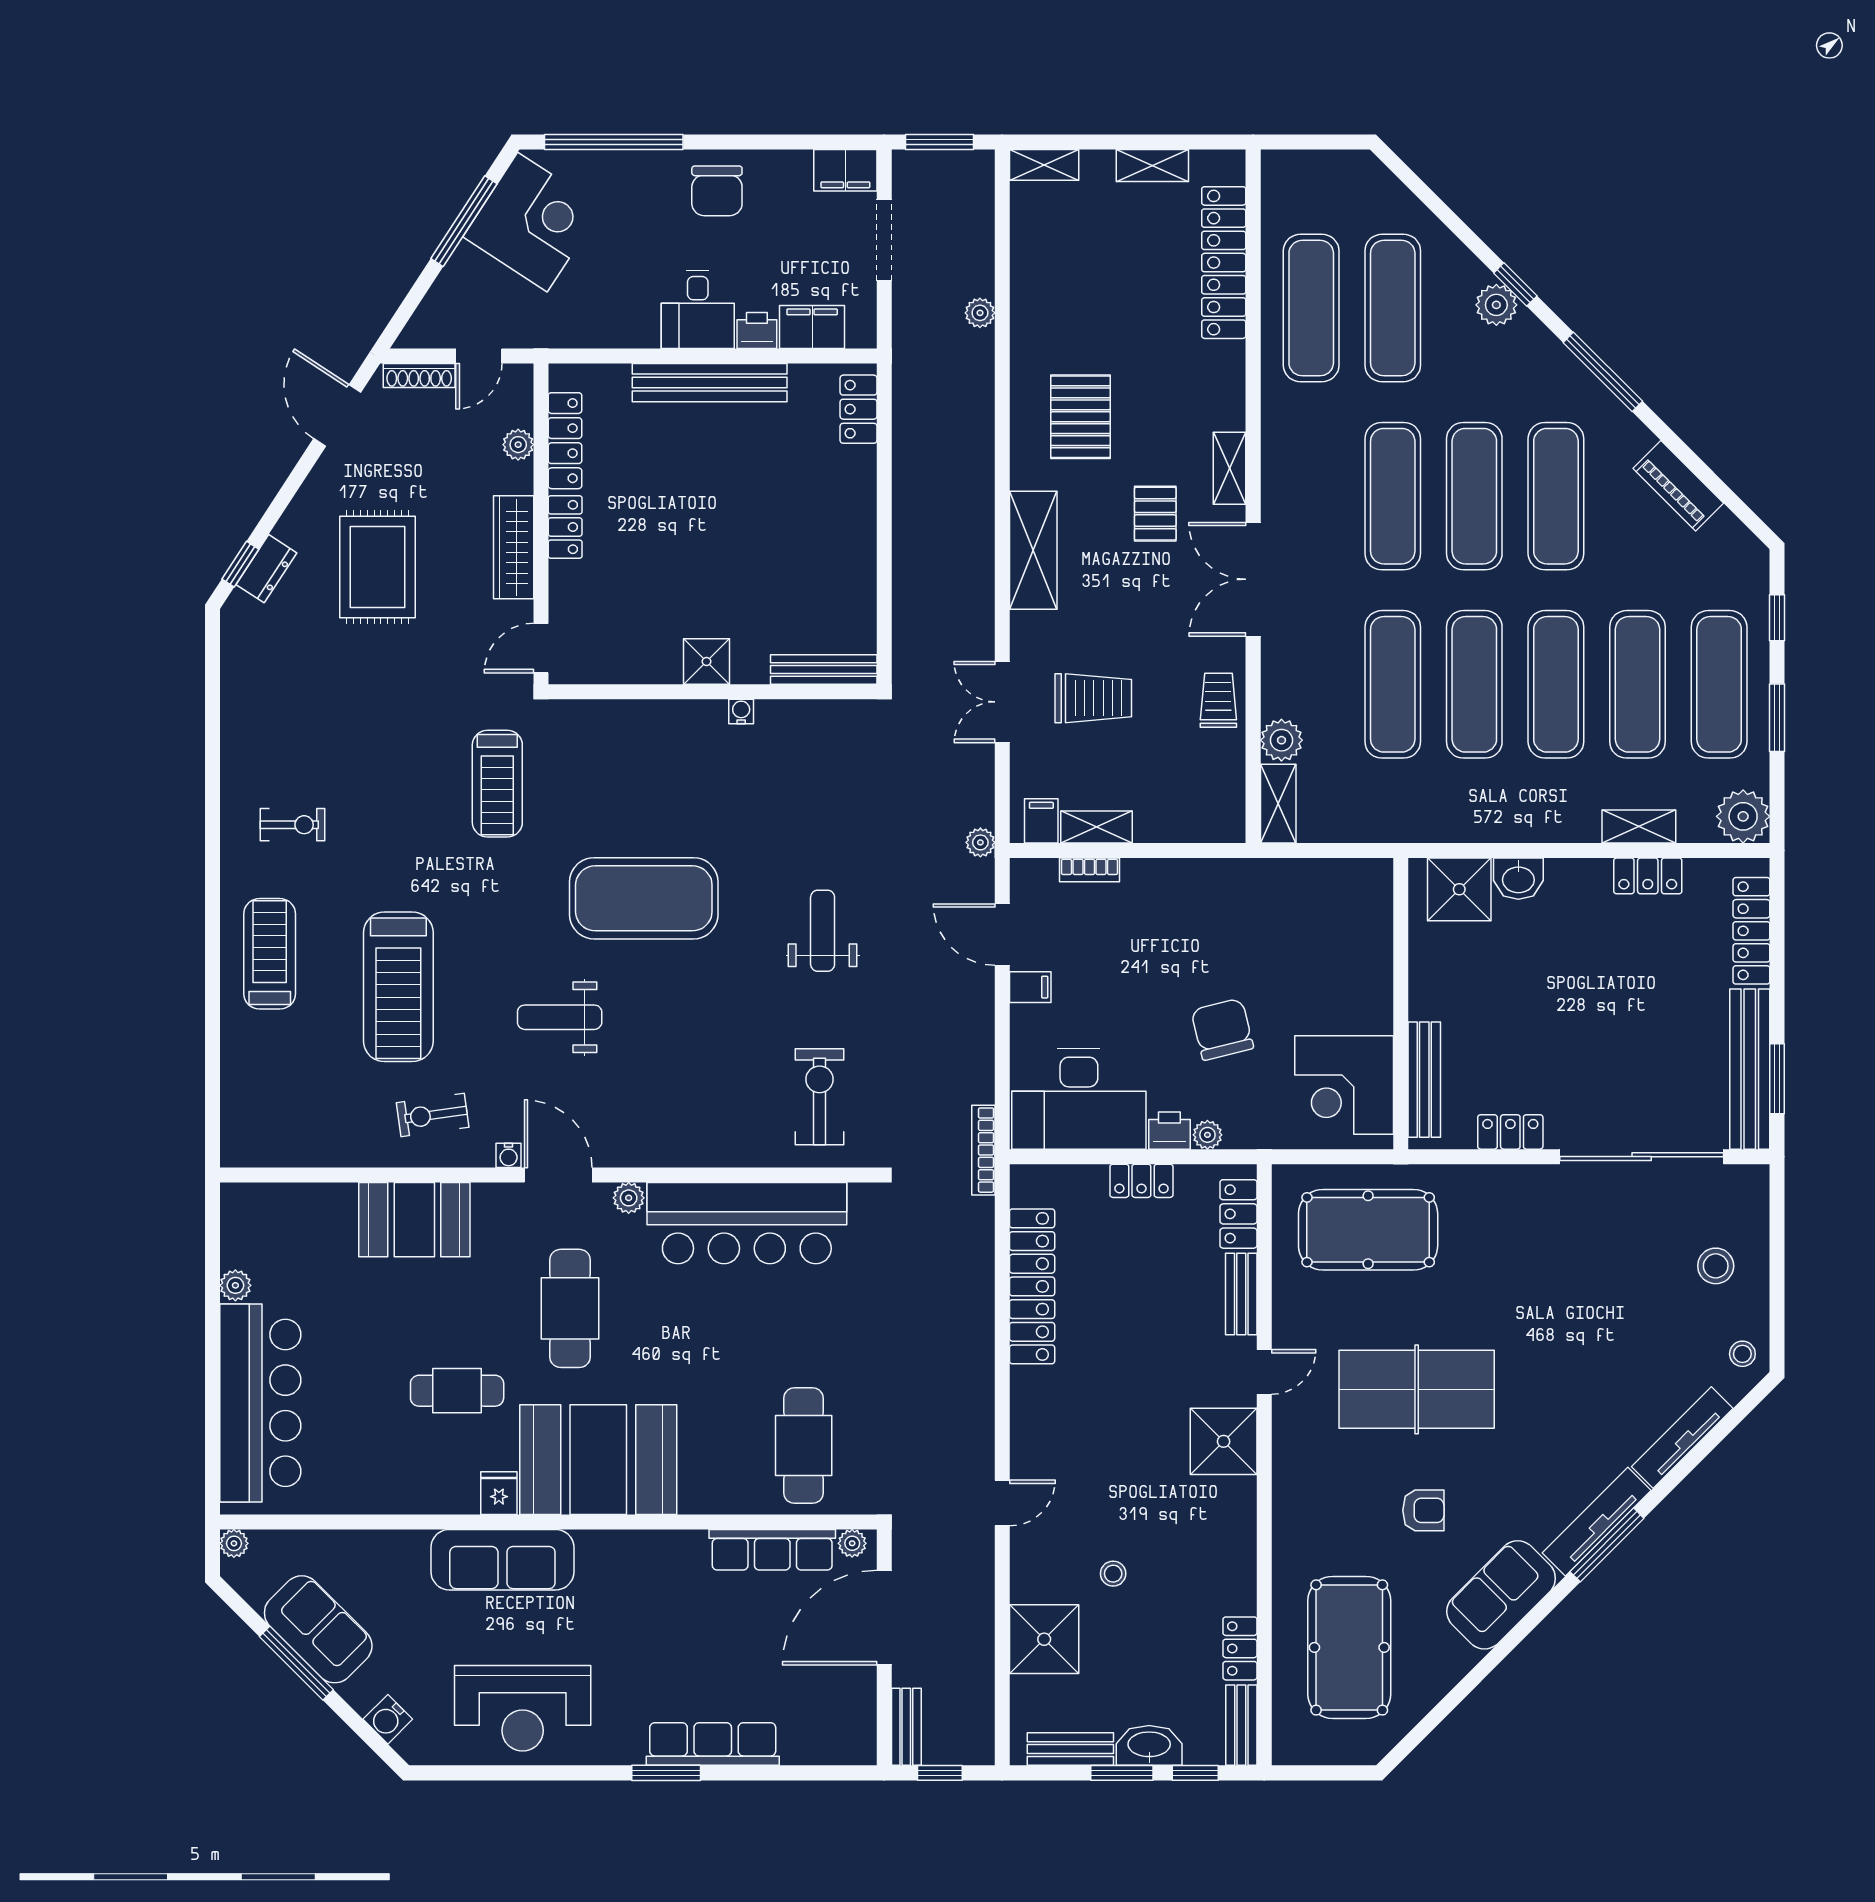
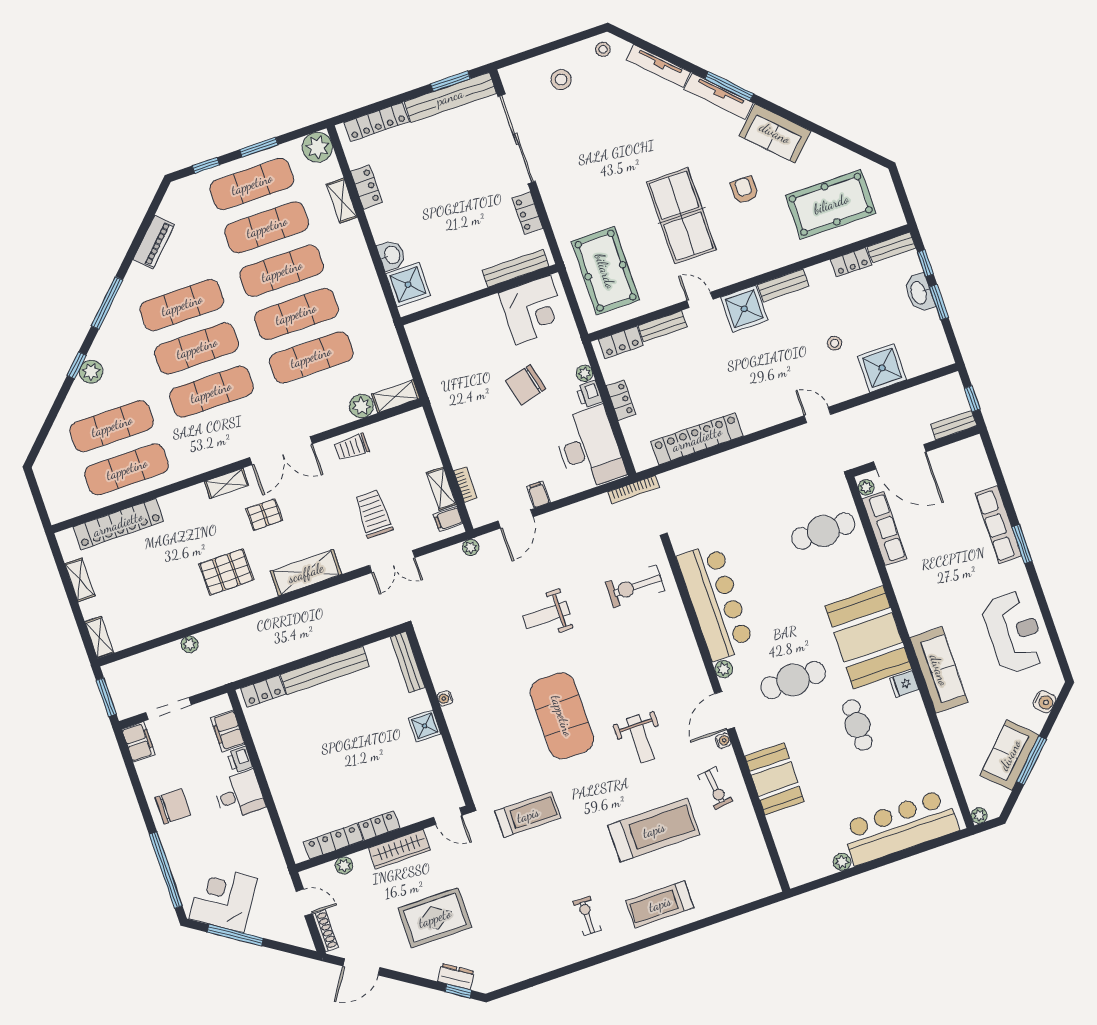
bench: (710, 383) -> (325, 670), moved, turned 90
bench: (1070, 1749) -> (783, 285), moved, turned 90

